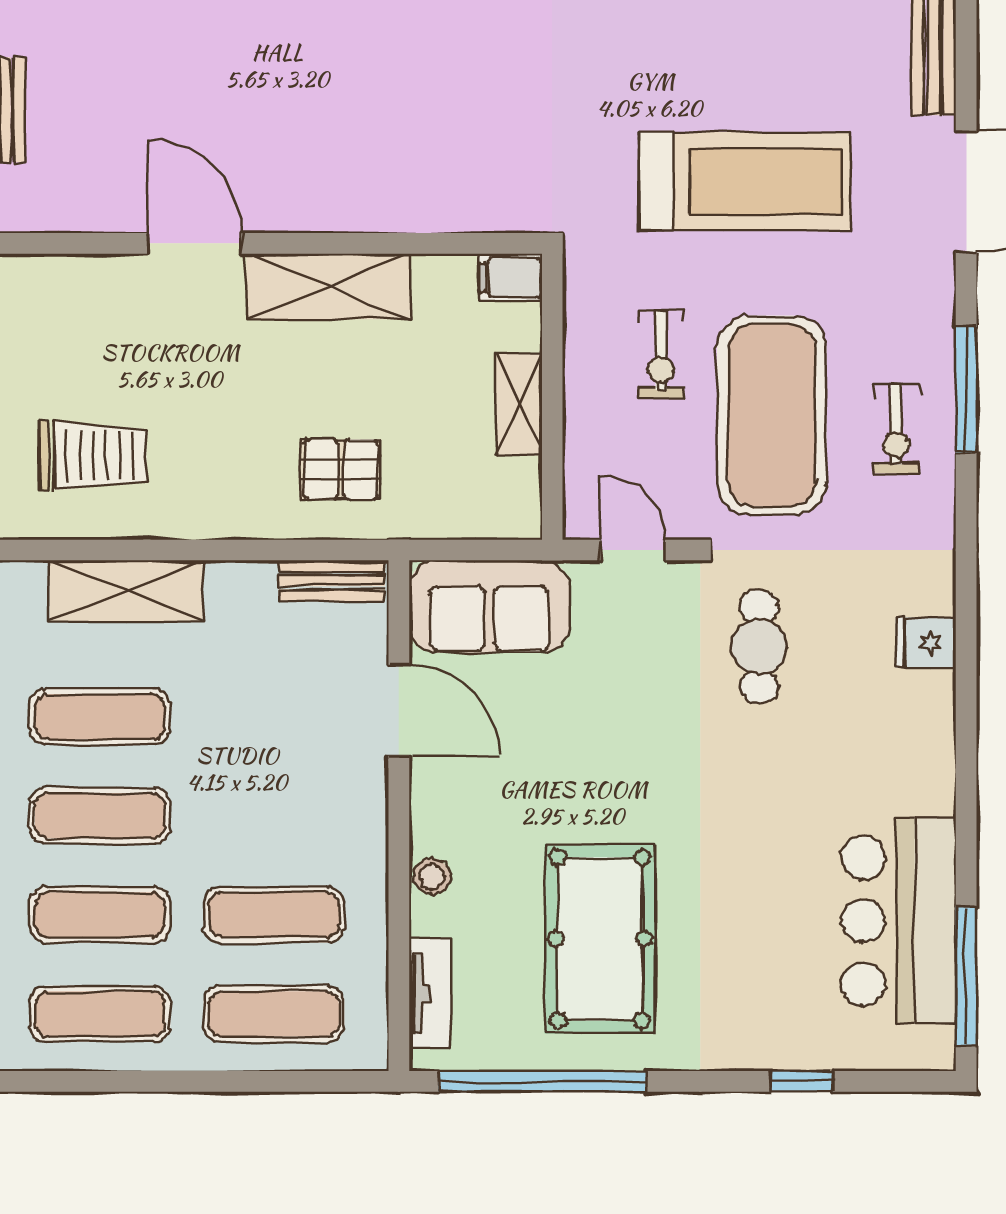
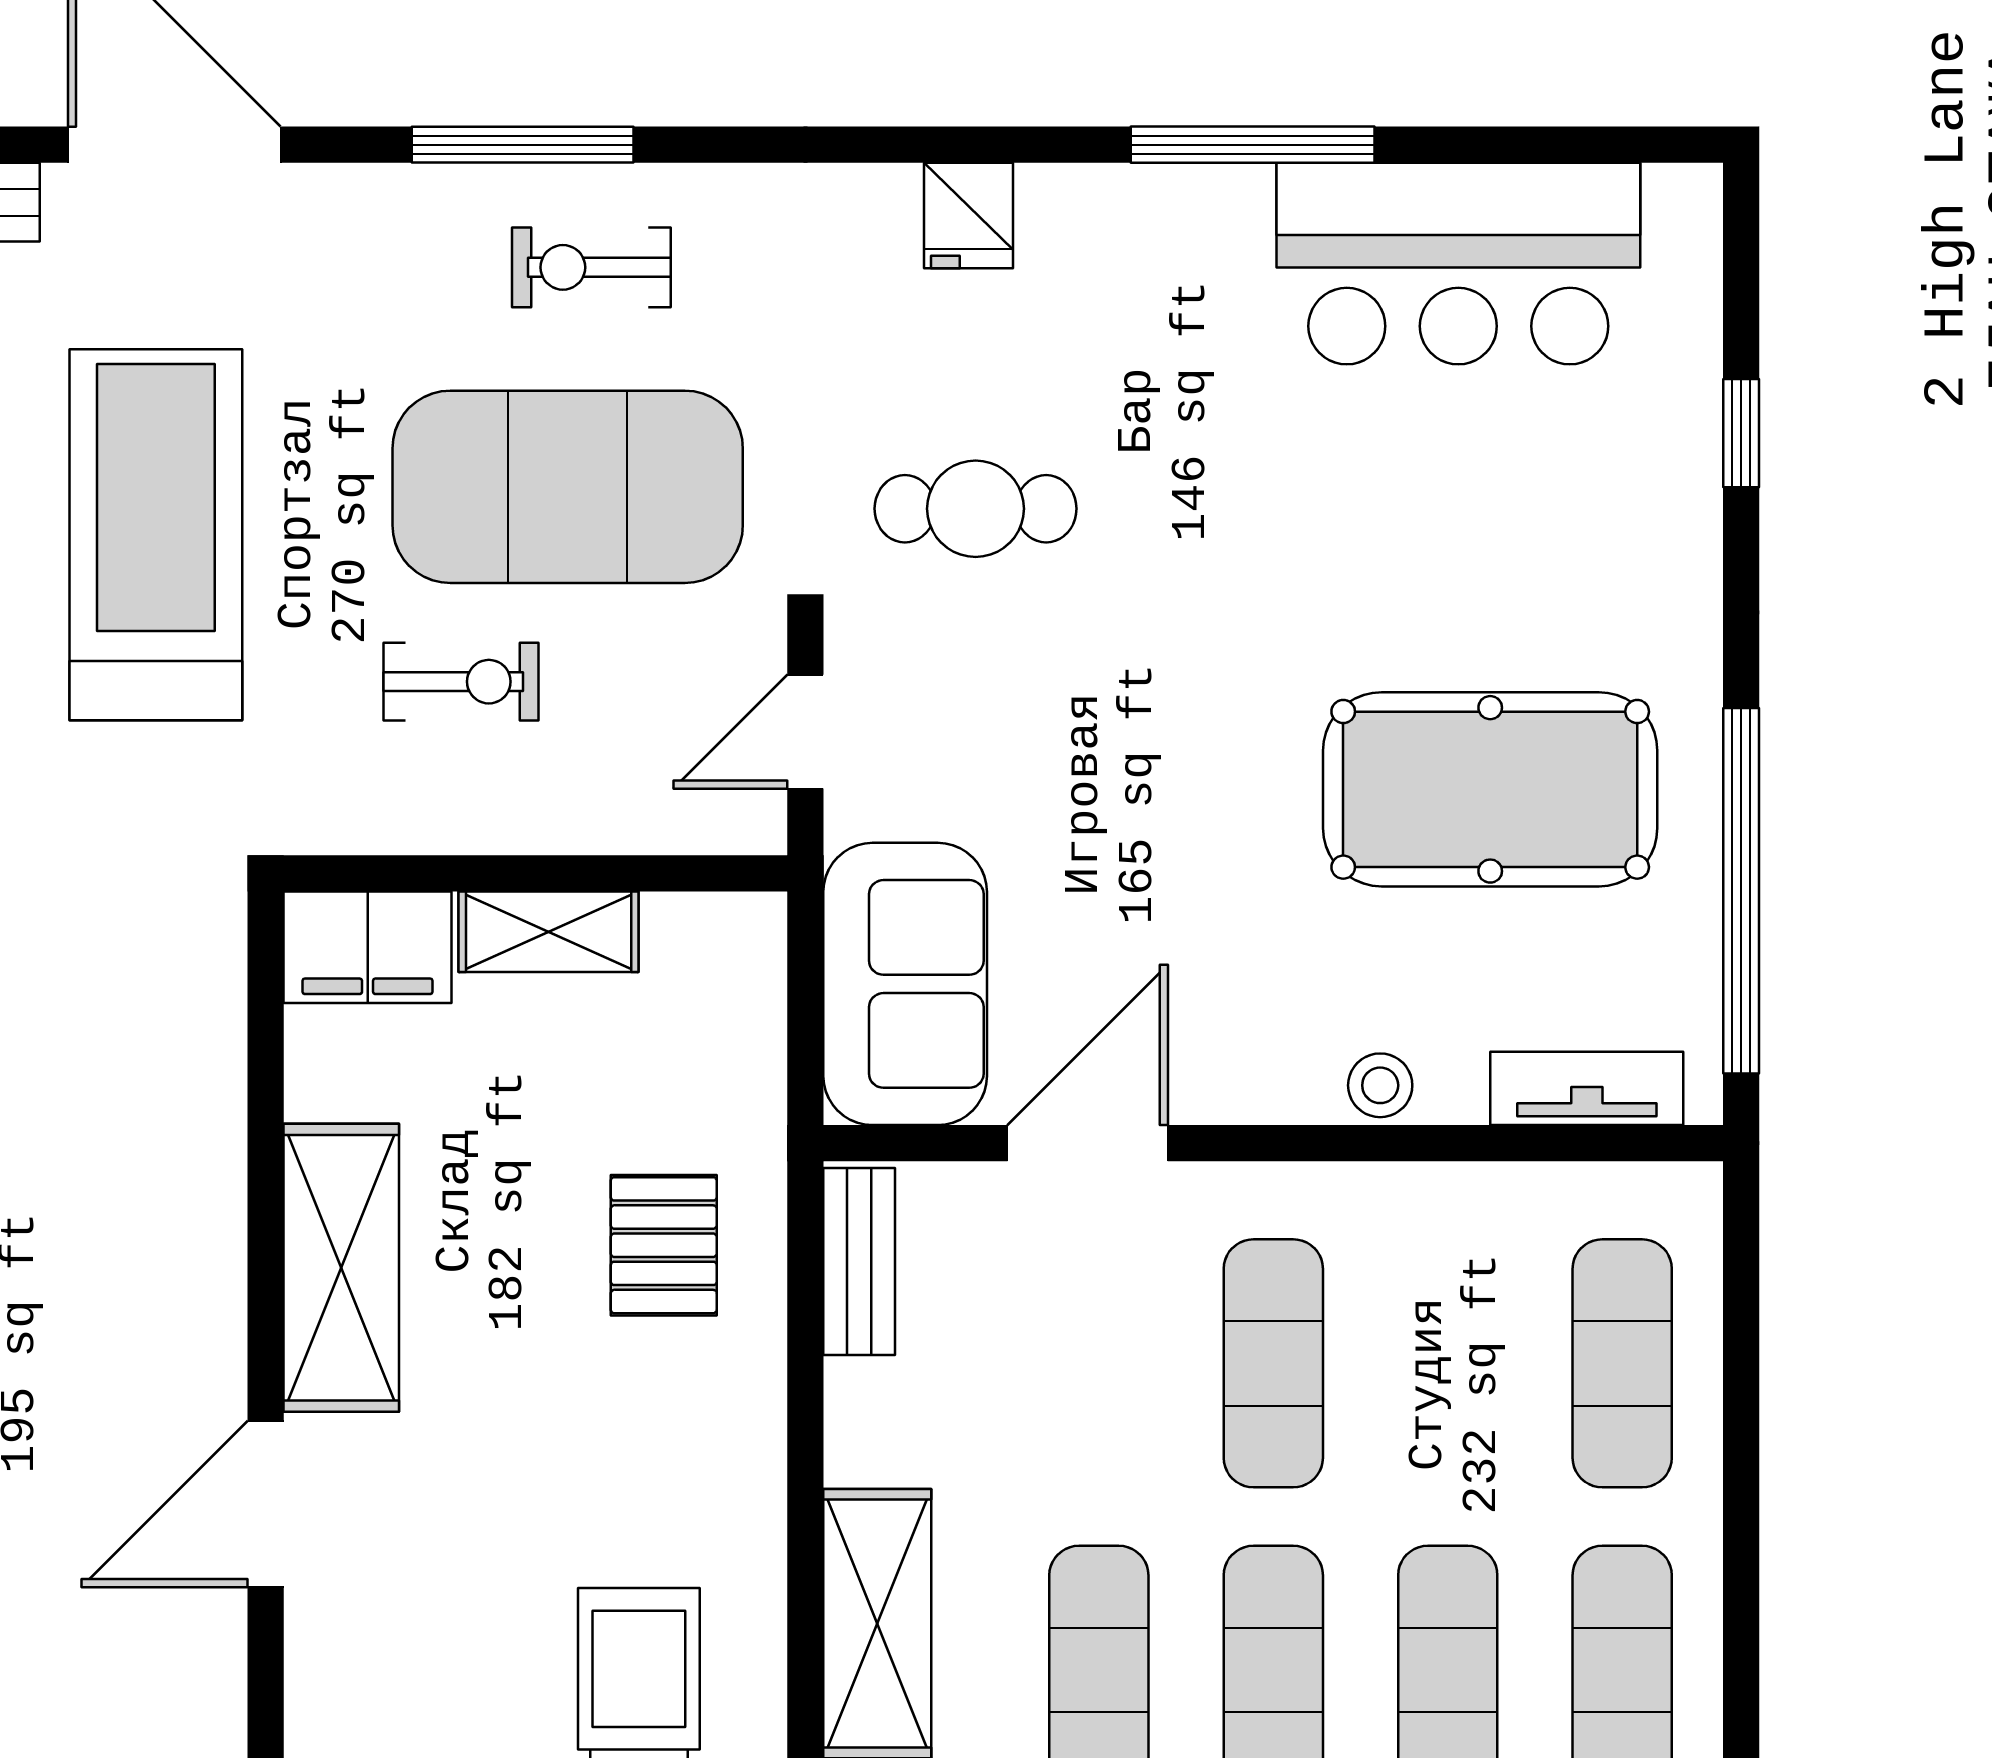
filing cabinet: (510, 277) -> (368, 947), width x2.00
exercise bike: (896, 428) -> (591, 267), turned 180
exercise mat: (274, 915) -> (1273, 1363), moved
window: (966, 976) -> (1253, 145), moved

